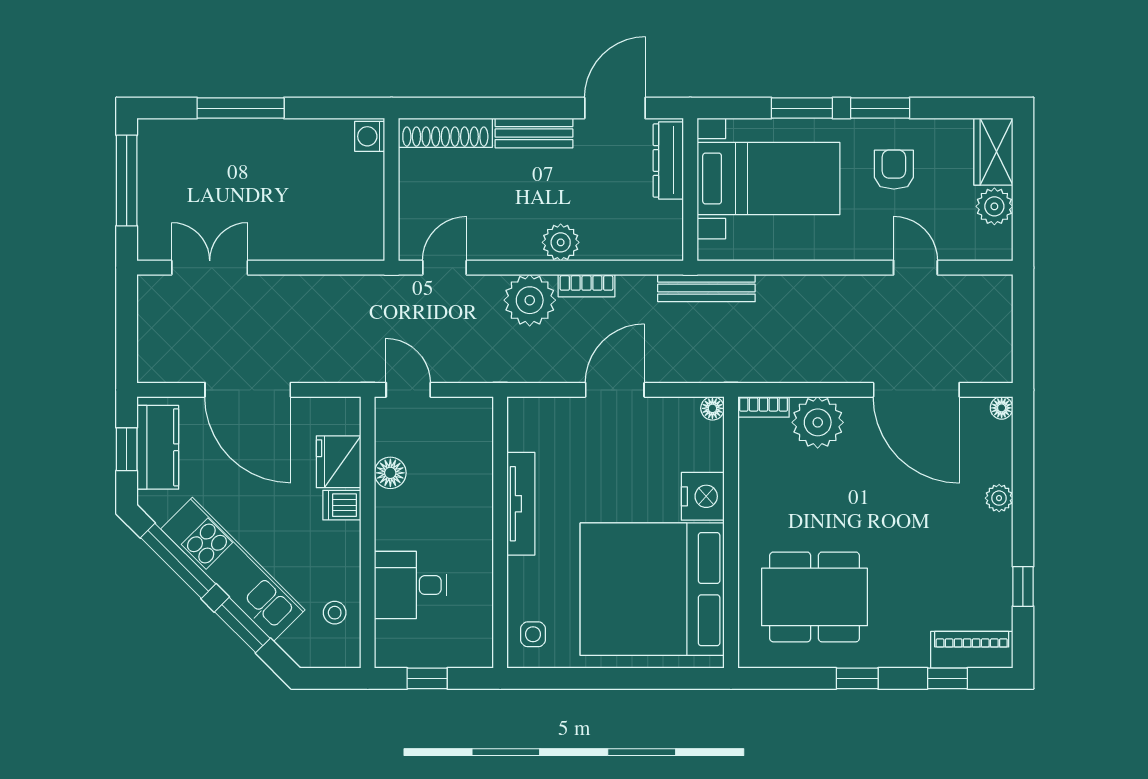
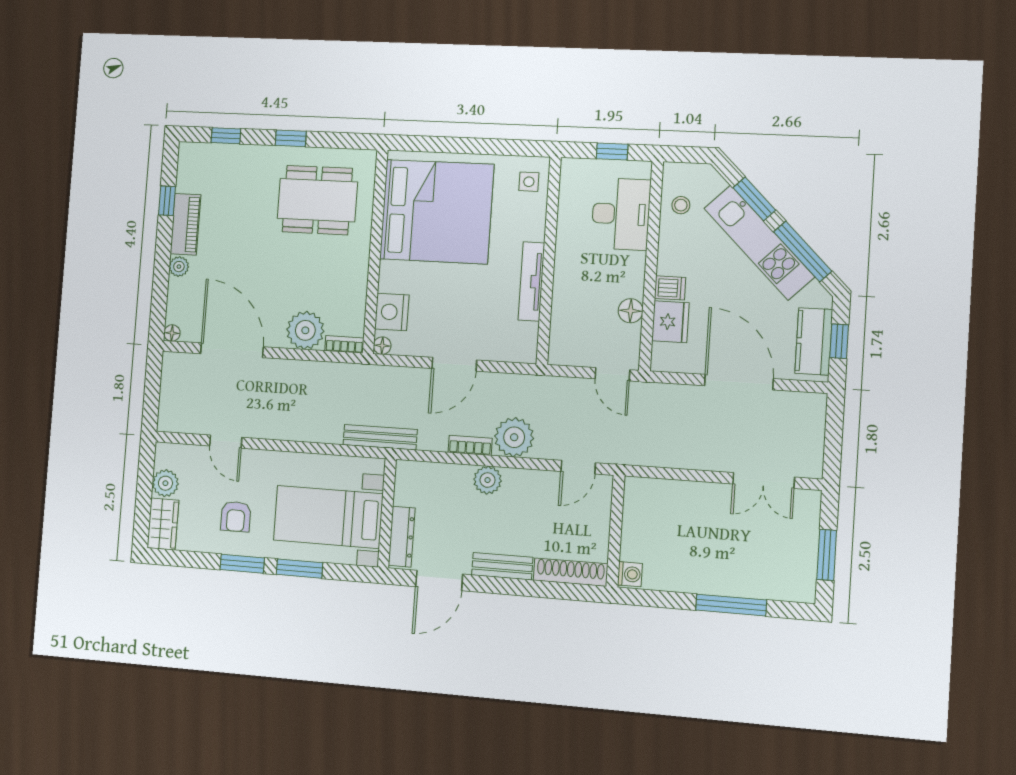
window: (127, 180) -> (827, 555), width x0.69
nightstand: (703, 496) -> (392, 312), moved
desk: (411, 585) -> (621, 214), width x1.37
piano: (972, 650) -> (185, 224), moved, turned -90

